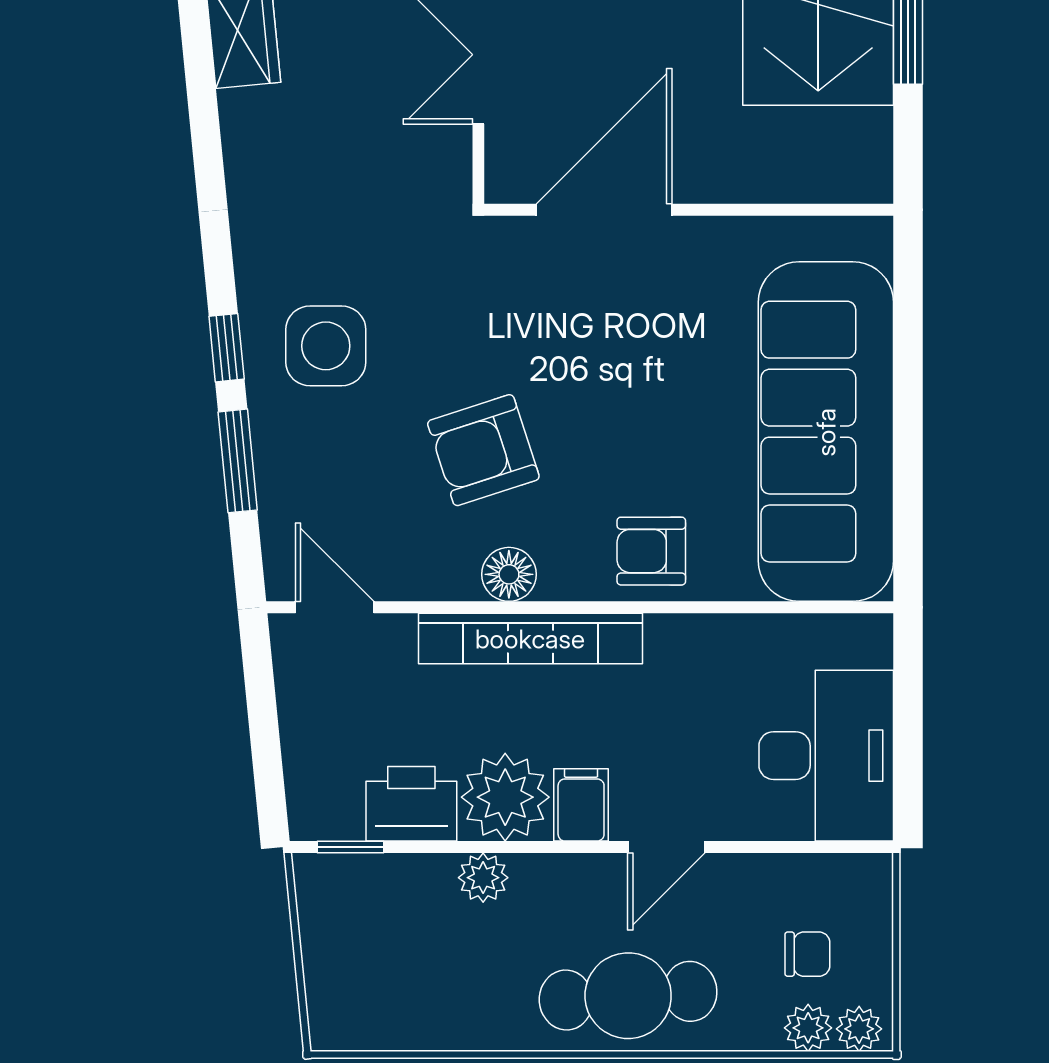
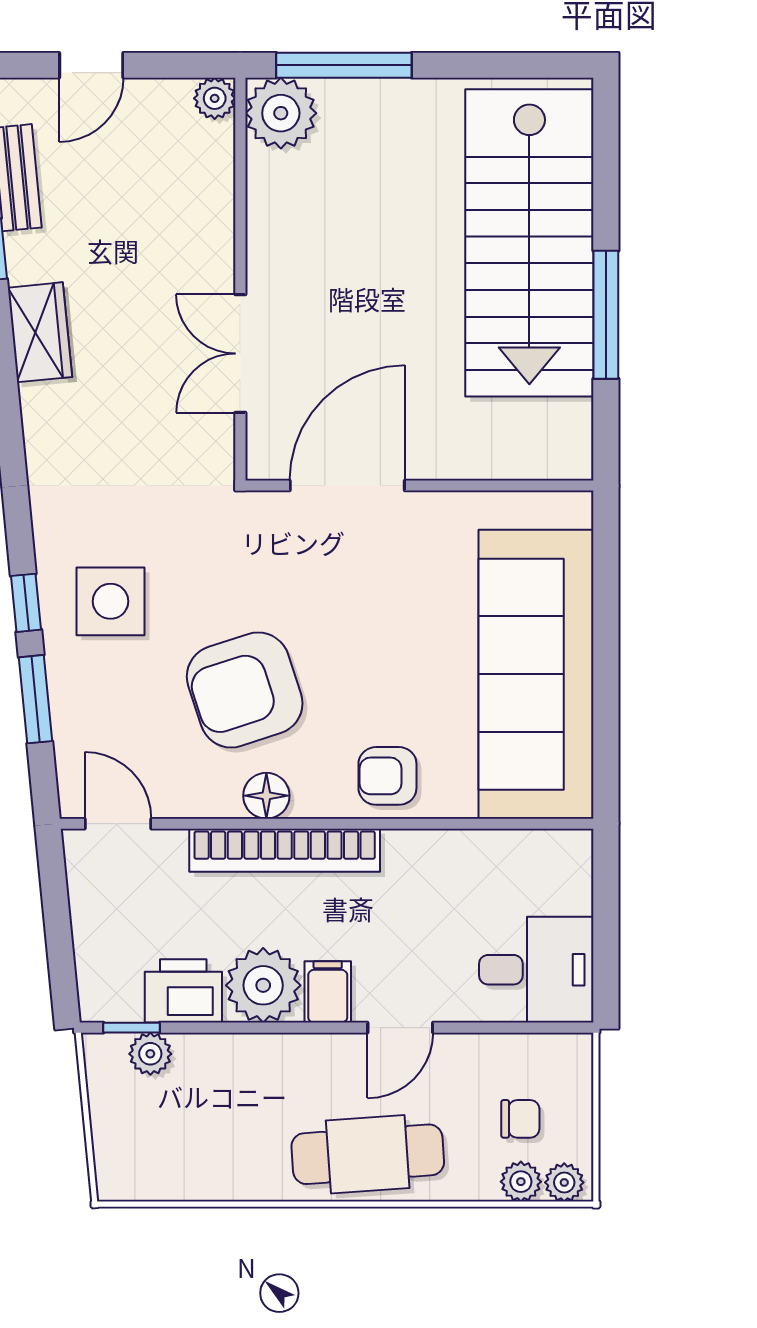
armchair: (483, 450) -> (245, 690), width x1.36, depth x1.36
desk: (826, 756) -> (536, 970), width x0.73
plant: (483, 878) -> (150, 1054), moved

